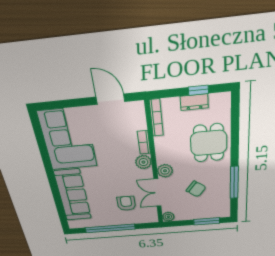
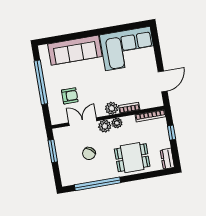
window: (198, 90) -> (172, 133), moved
dresser: (194, 102) -> (167, 159), moved
window: (234, 183) -> (98, 184), width x1.46
plant: (168, 217) -> (117, 123), moved
window: (207, 221) -> (53, 151), moved

